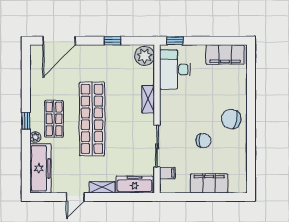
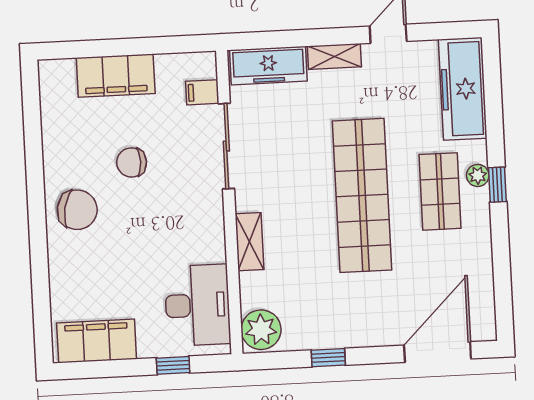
window: (175, 41) -> (173, 365), moved
plant: (35, 137) -> (478, 175), moved

